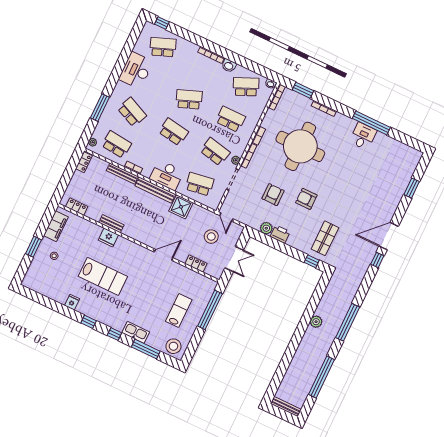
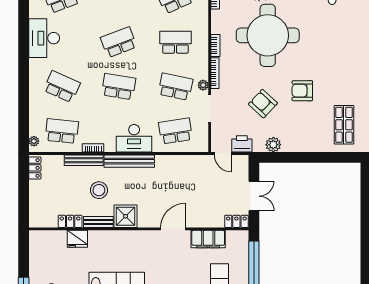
window: (100, 108) -> (24, 99), removed
armchair: (273, 195) -> (263, 104), turned -47
locker: (77, 207) -> (70, 221), moved
shower: (181, 207) -> (126, 216), moved
filing cabinet: (56, 226) -> (208, 239), moved, turned 90
printer: (280, 234) -> (242, 144), moved
fridge: (108, 237) -> (77, 239), moved
stool: (211, 237) -> (99, 190), moved
window: (312, 261) -> (341, 157), removed
locker: (196, 264) -> (236, 221), moved

